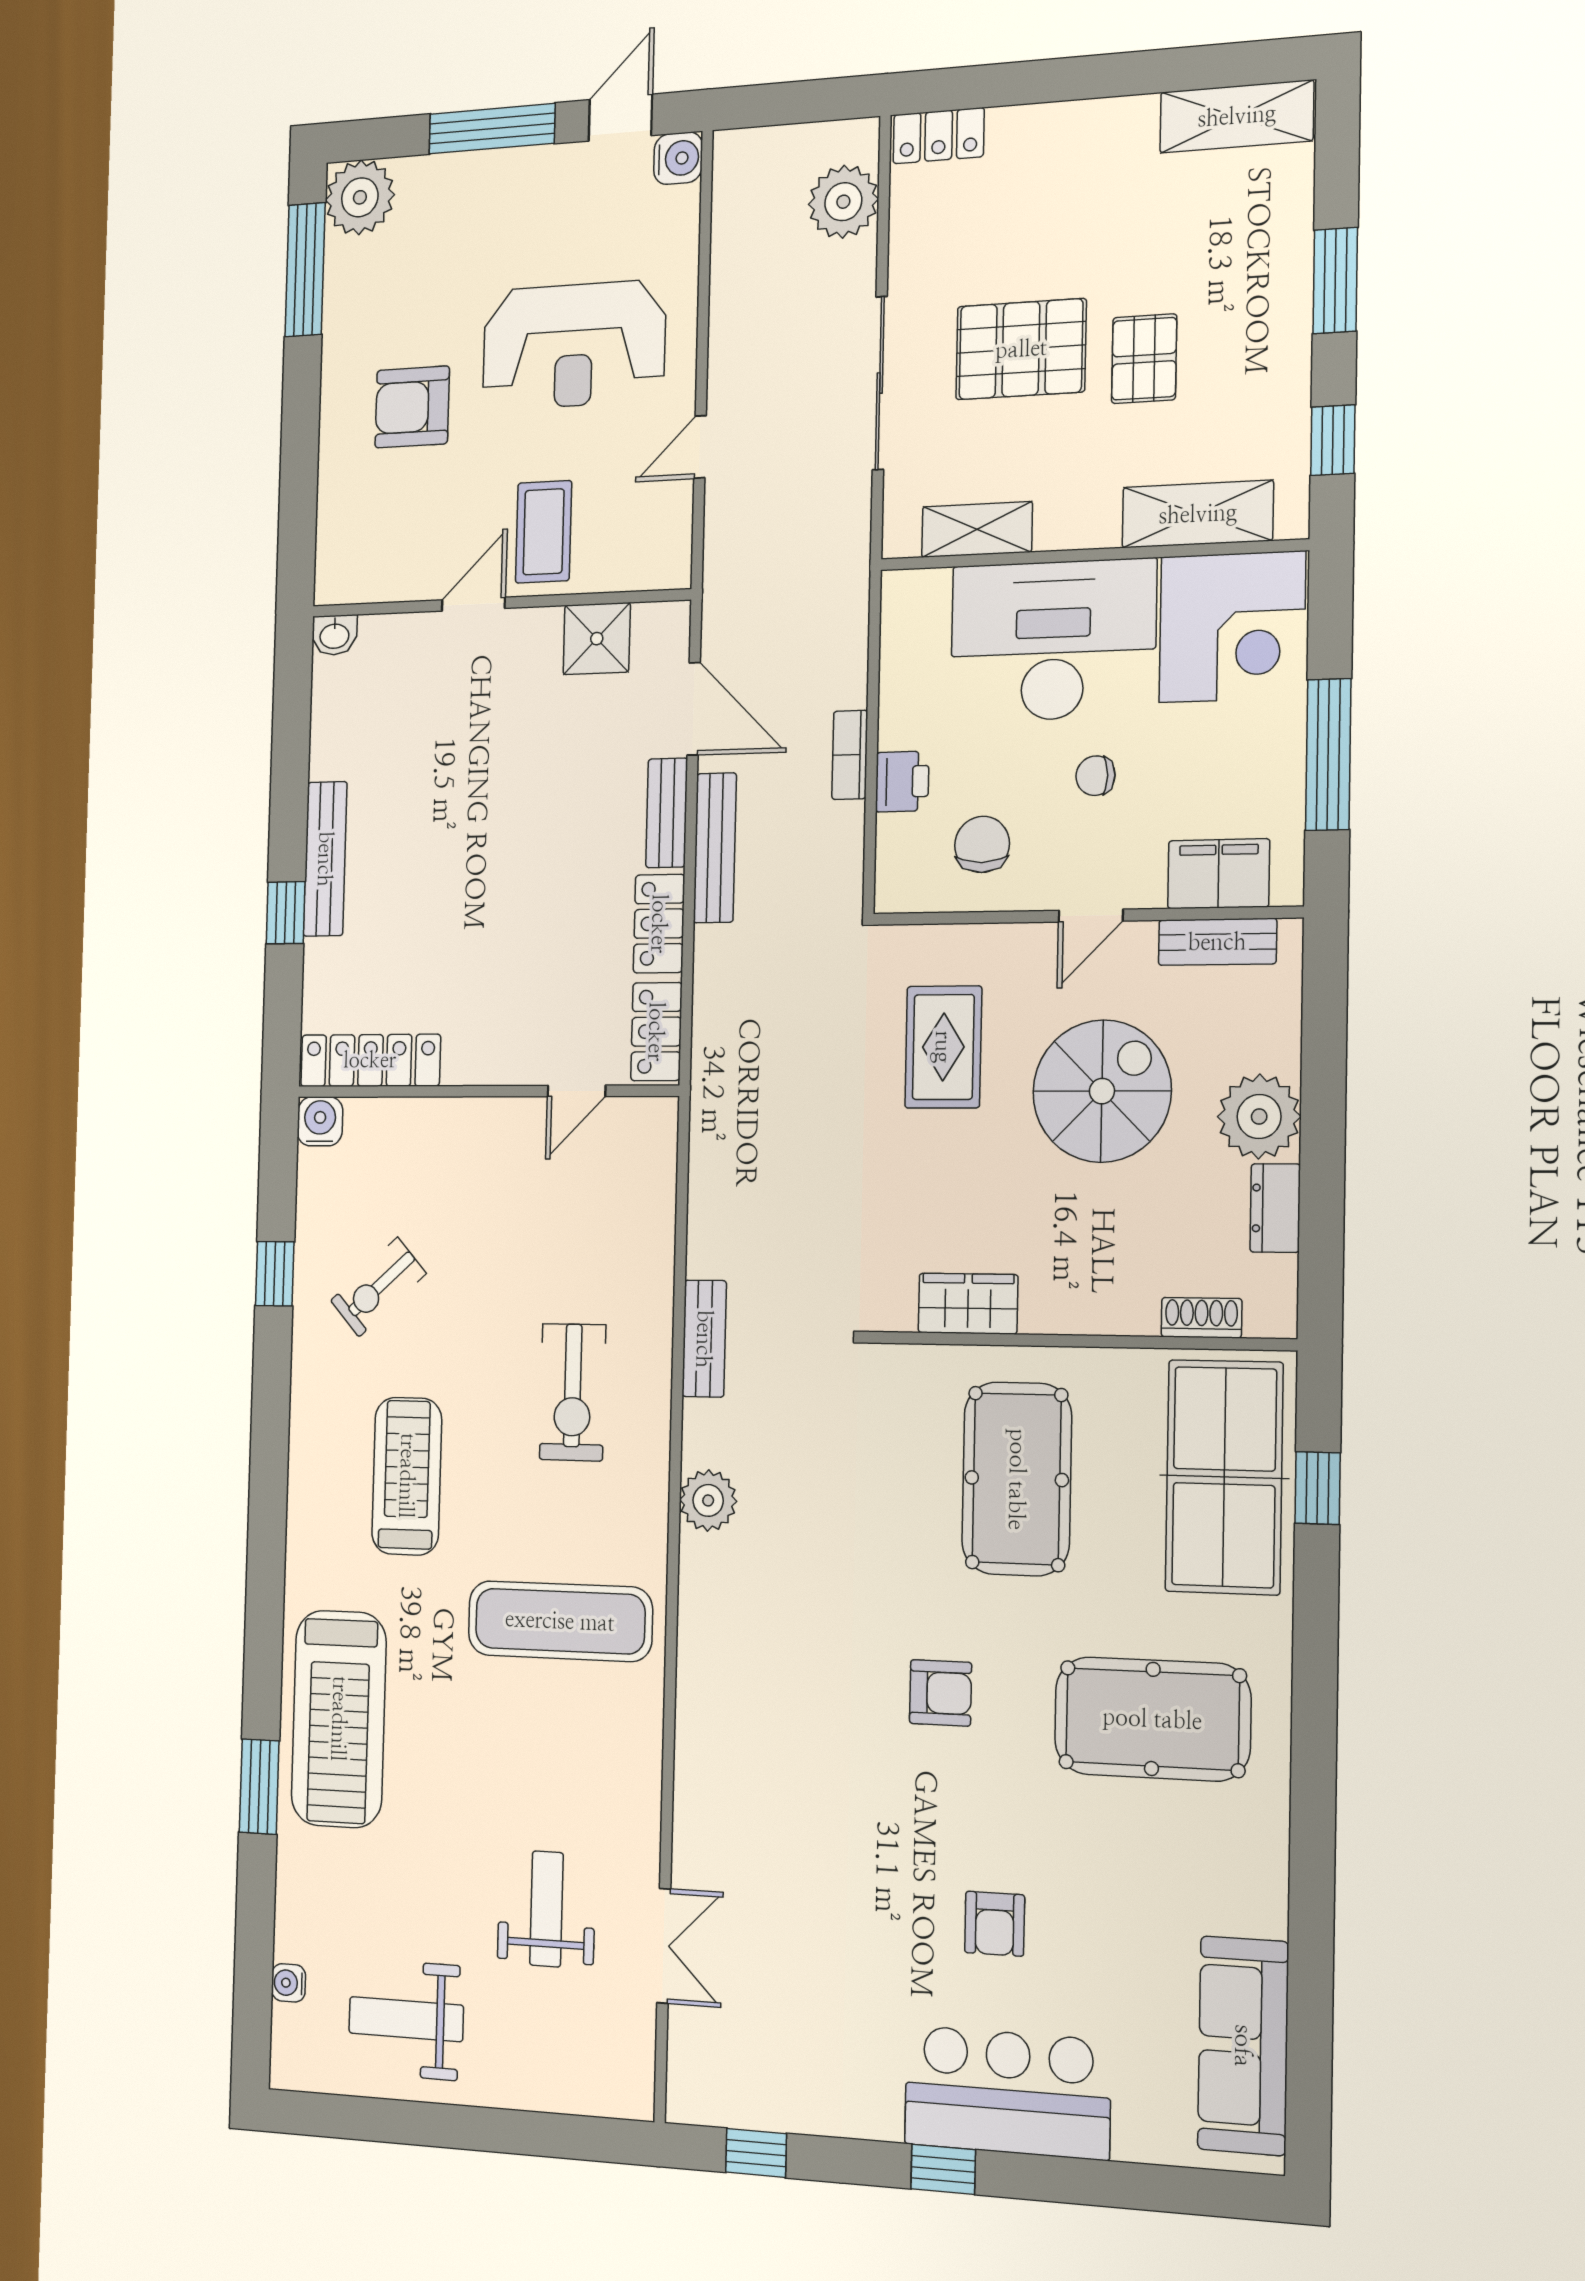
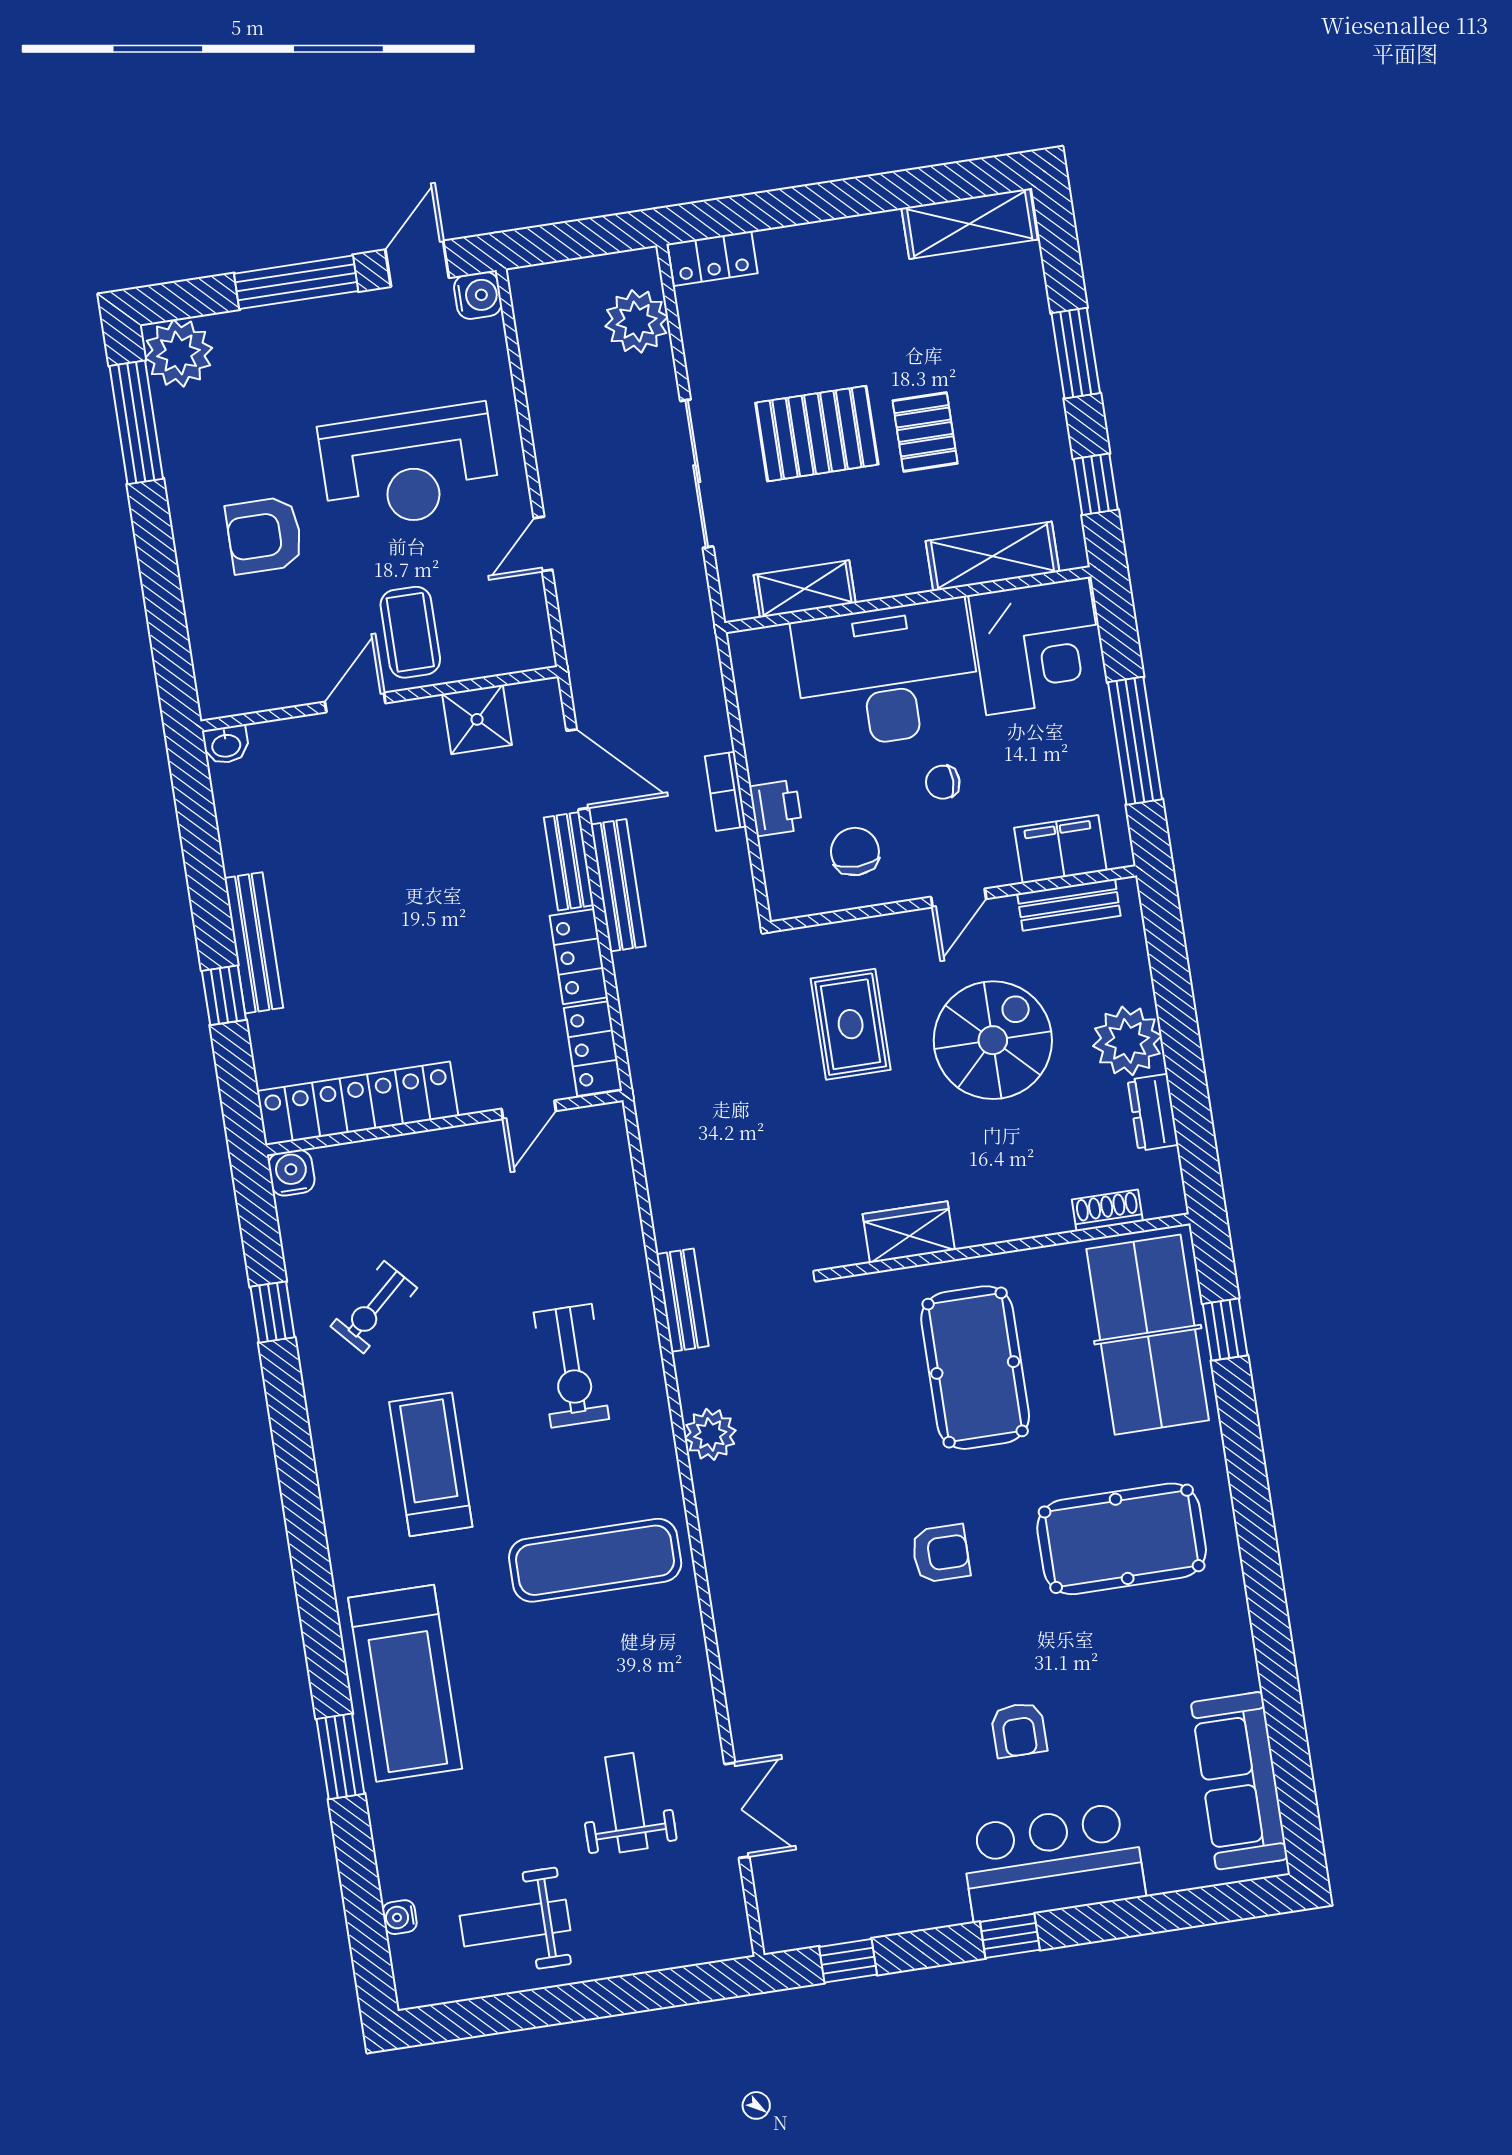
locker: (370, 1060) -> (358, 1104), width x1.41, depth x1.21

